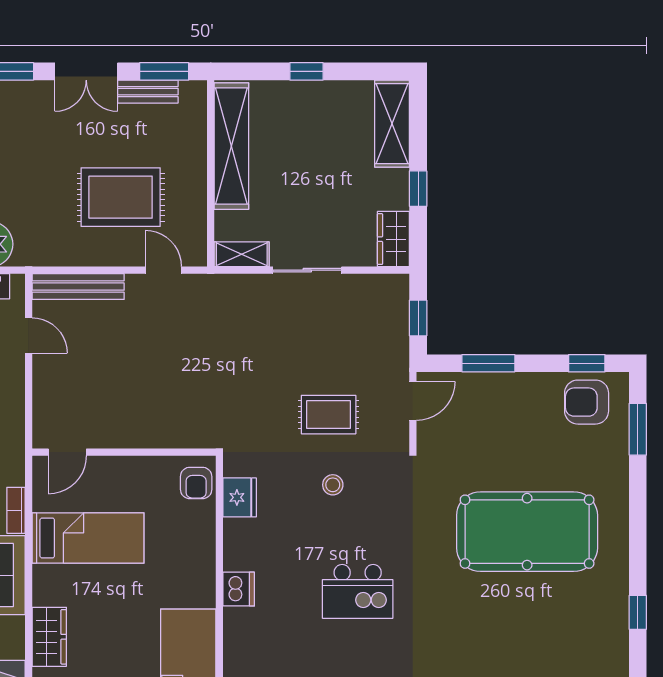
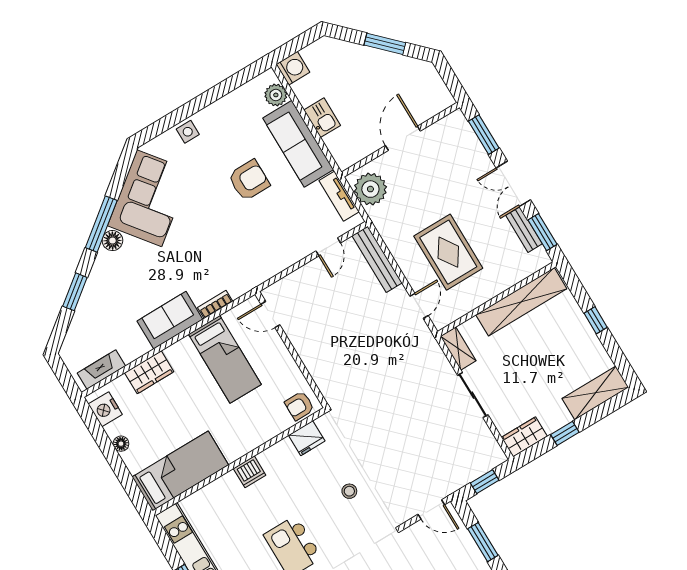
rug: (329, 415) -> (391, 462), removed

